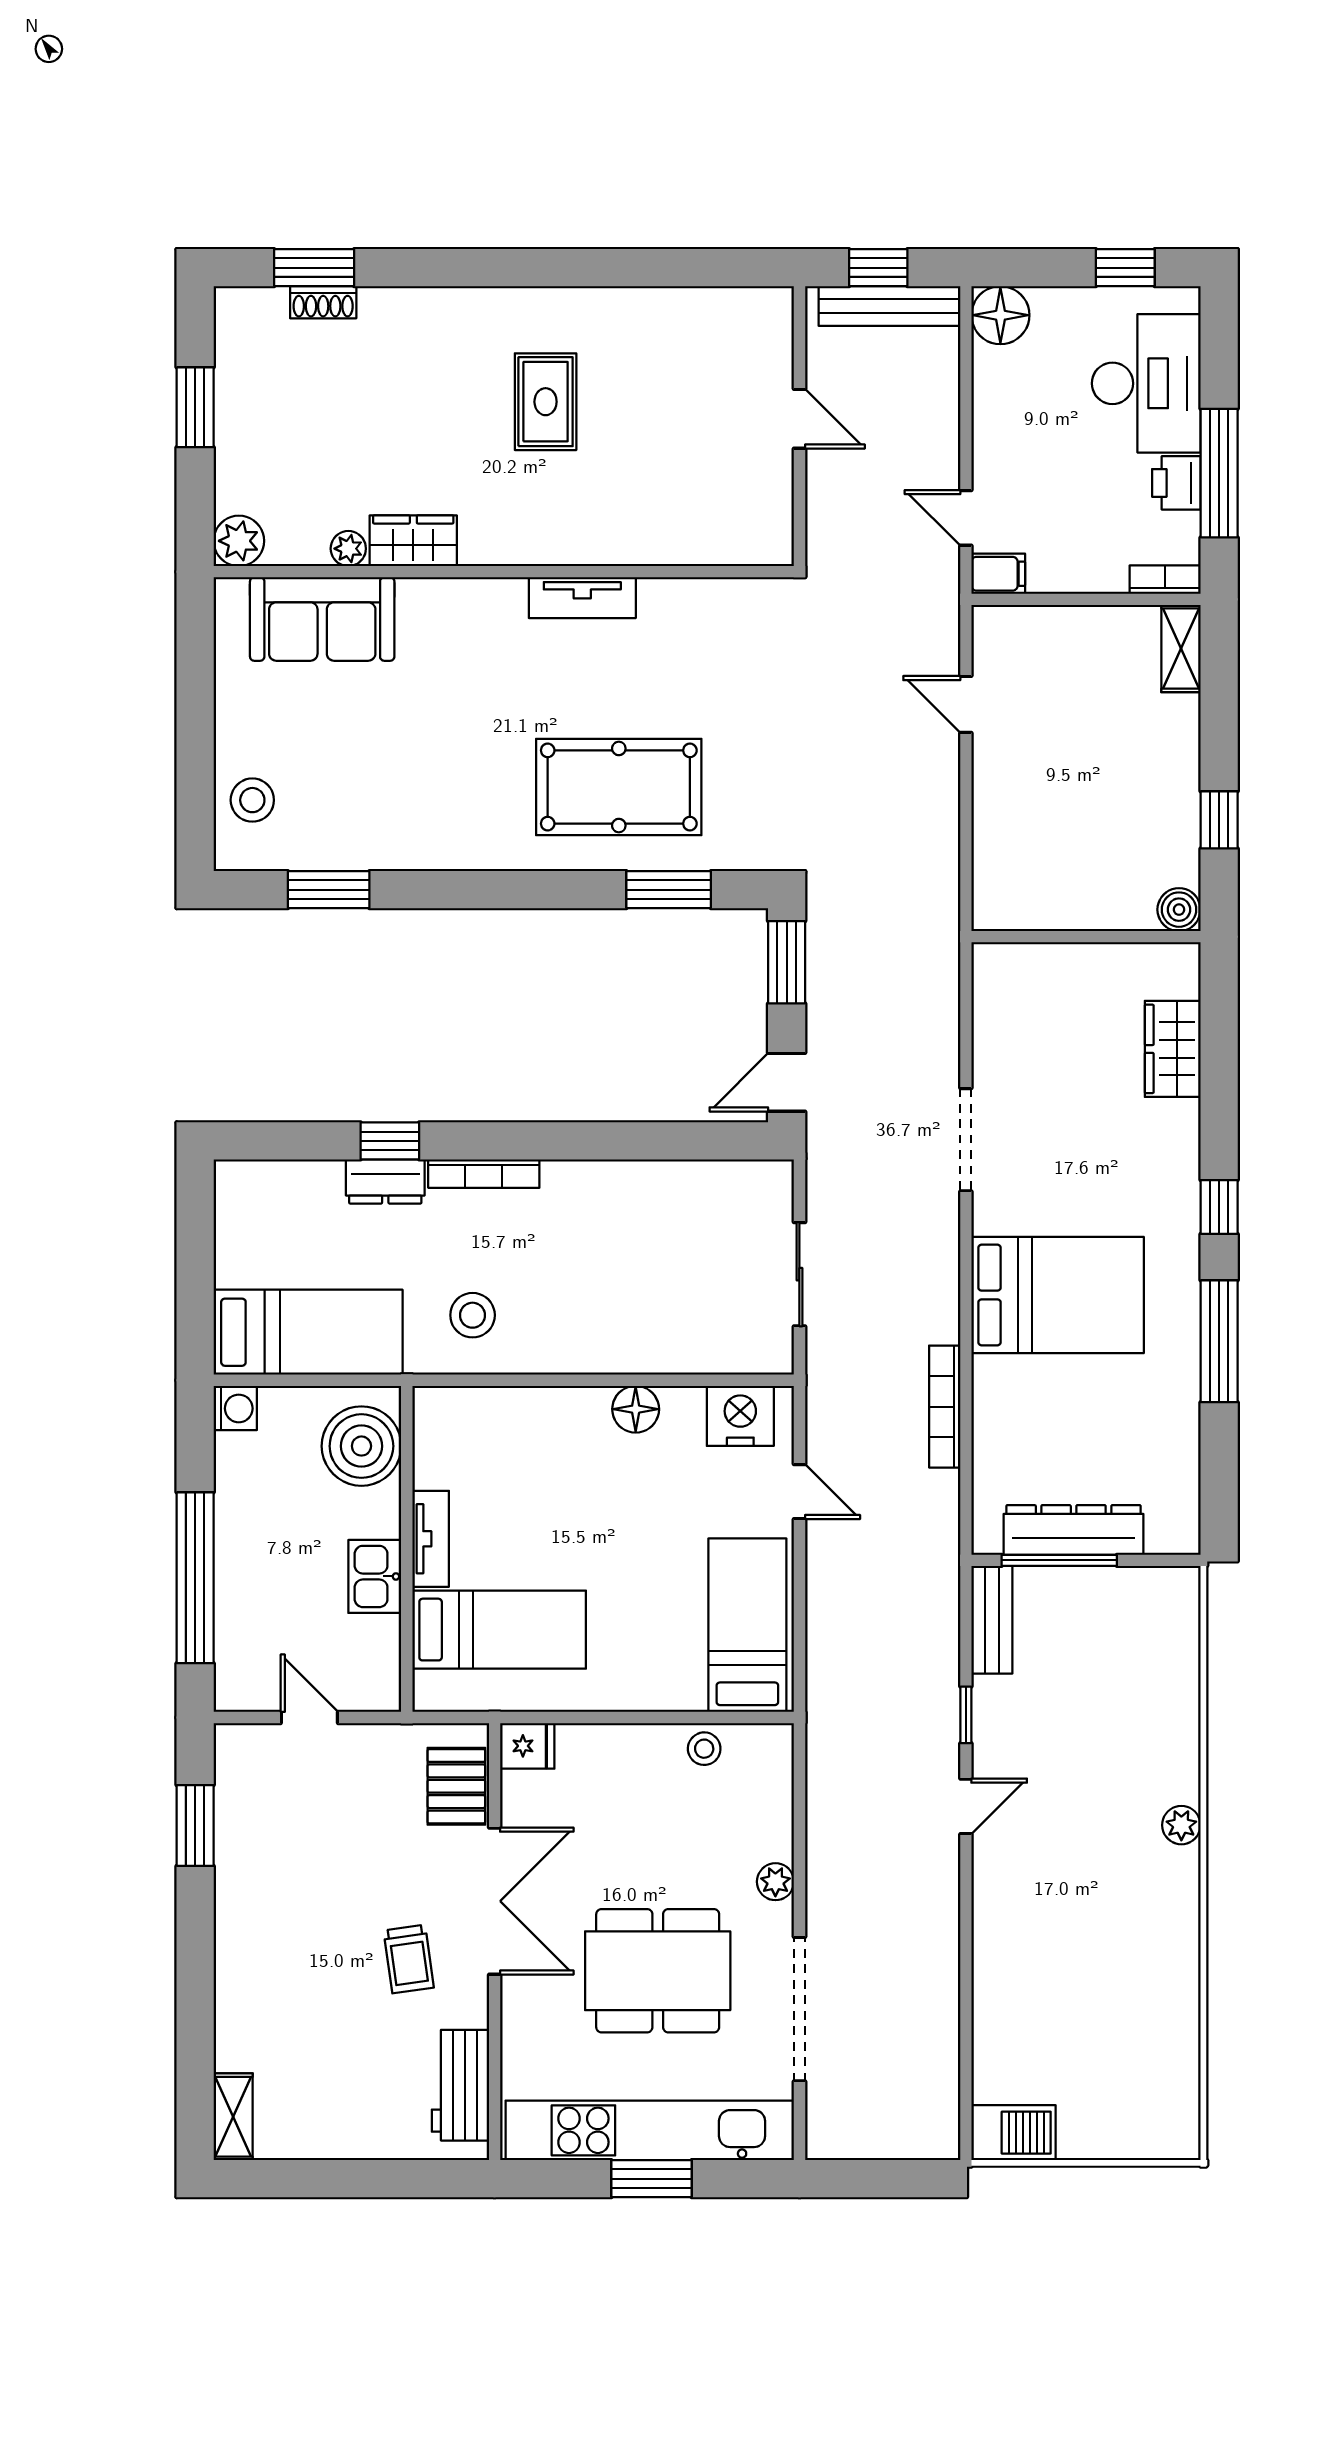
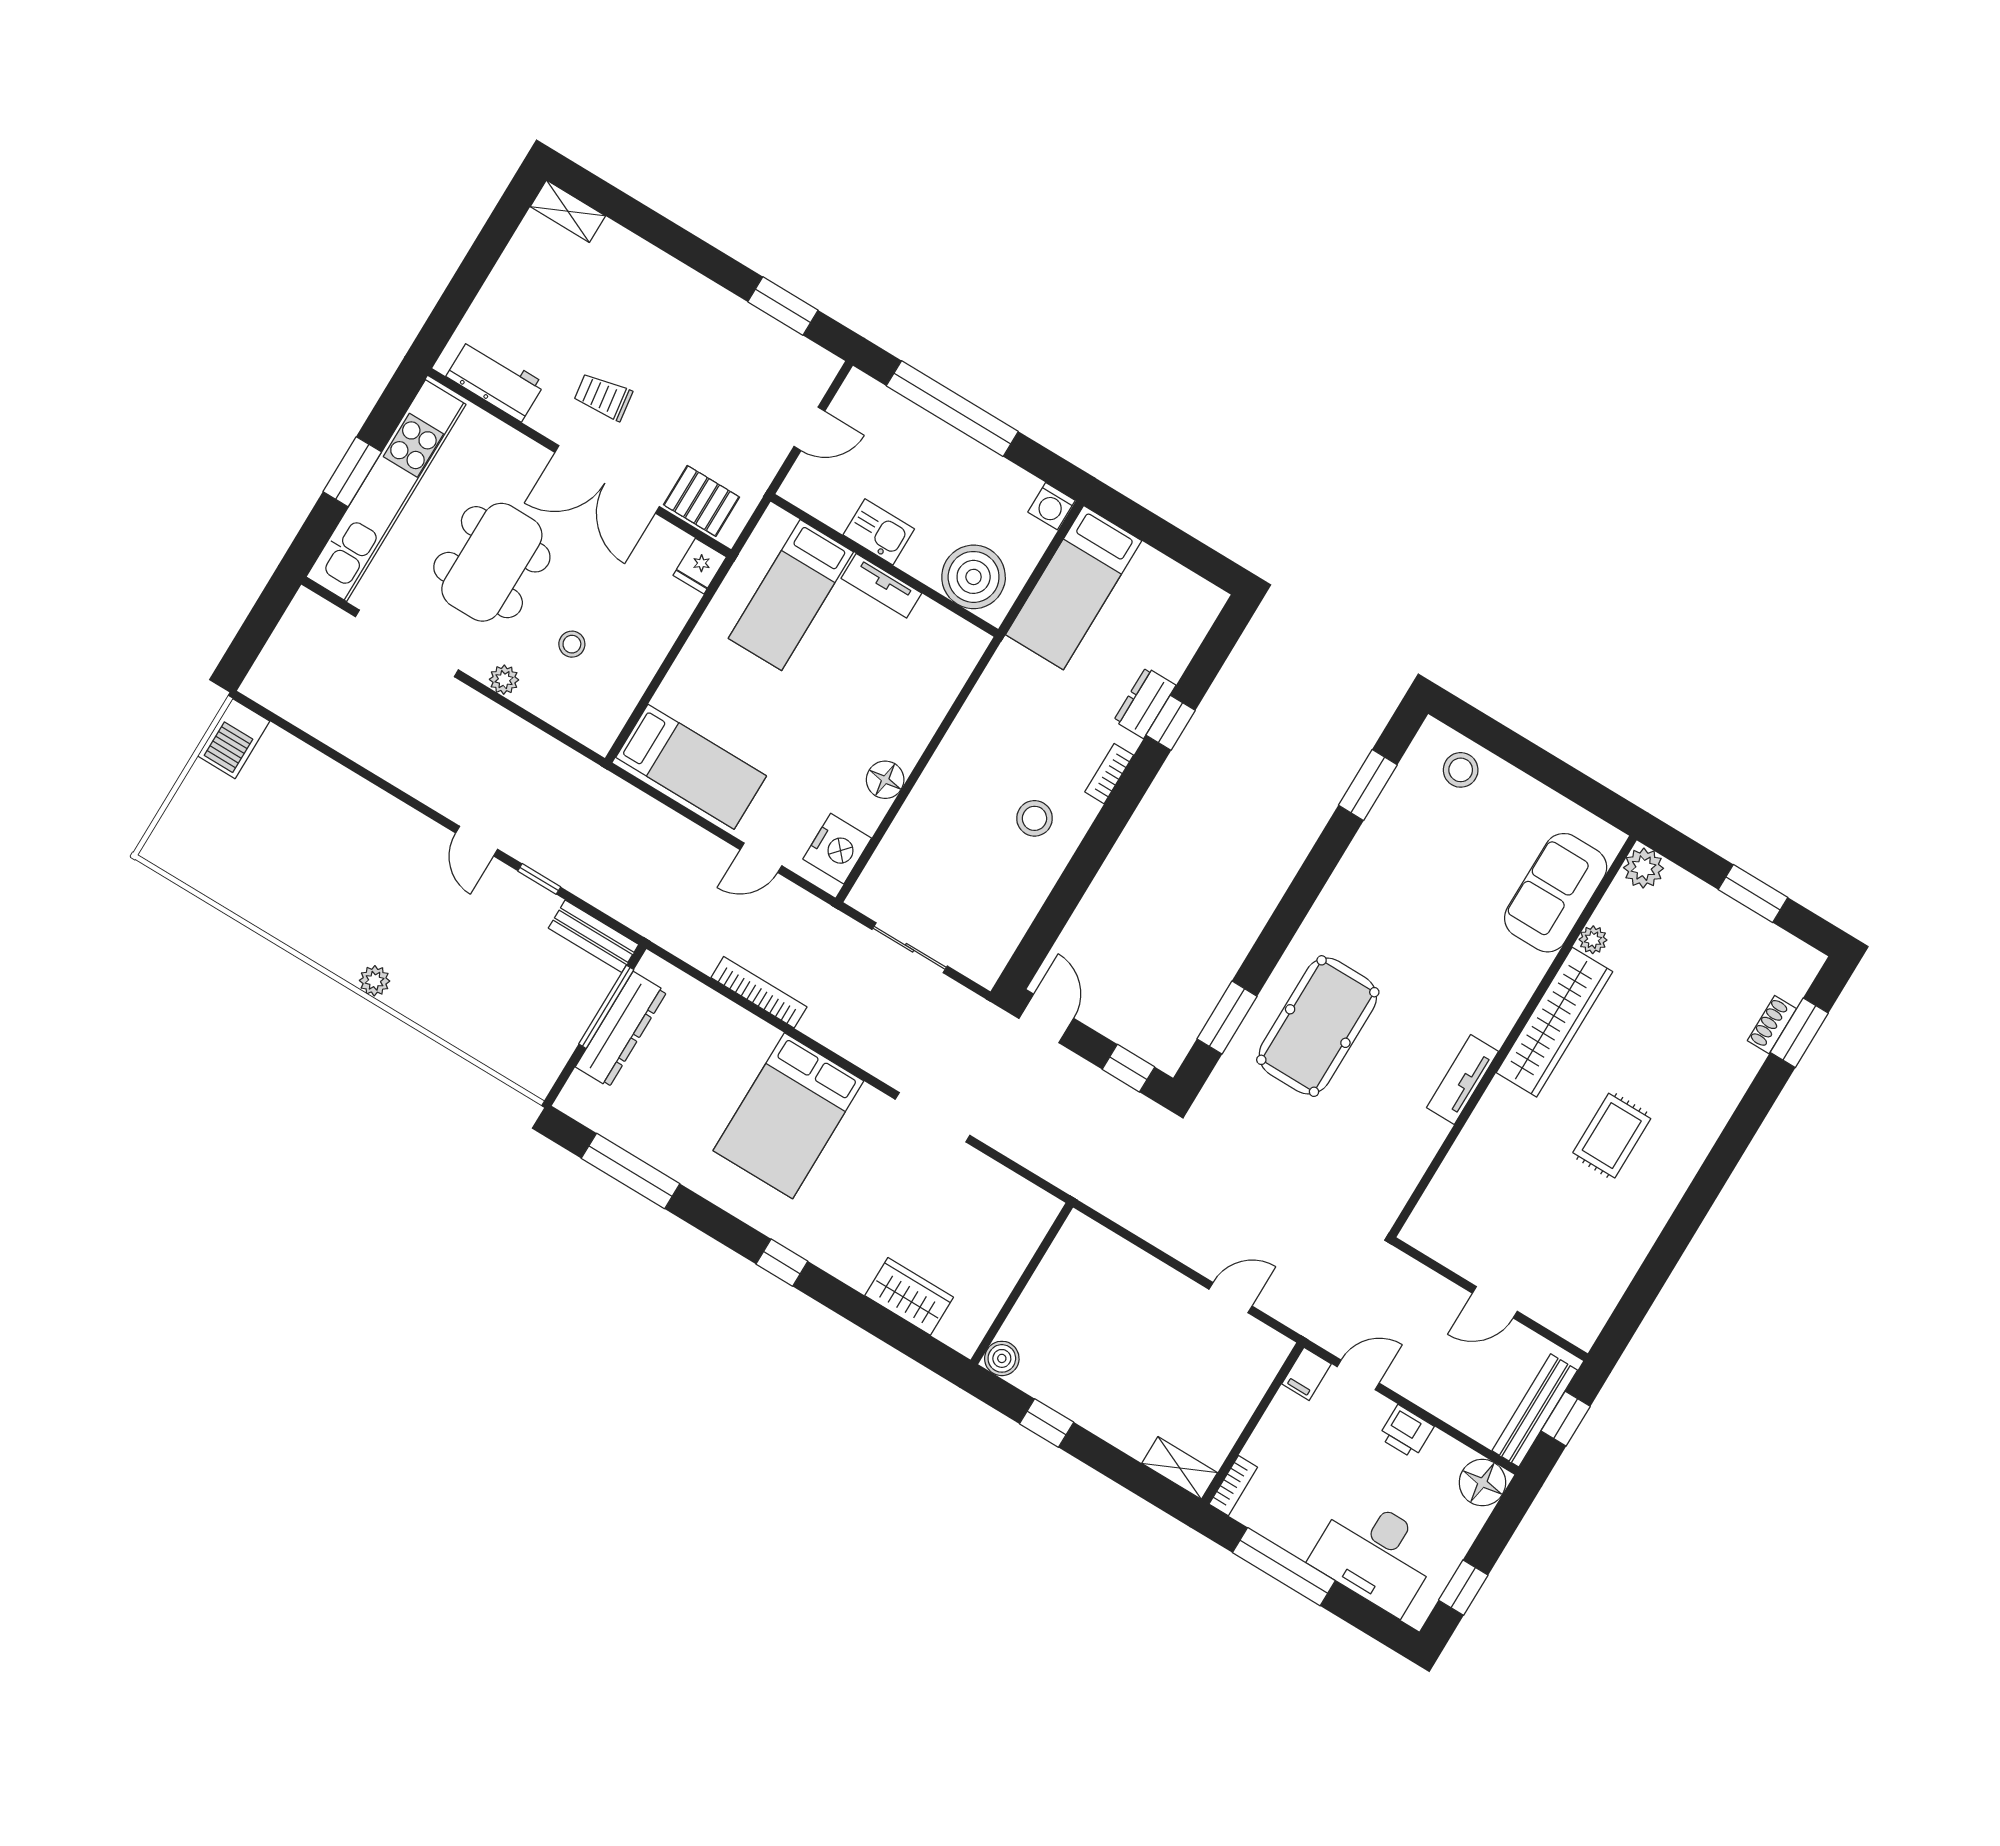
rug: (546, 402) -> (1612, 1136), turned 90
printer: (1176, 483) -> (1406, 1432), moved, turned 180
wardrobe: (413, 541) -> (1554, 1022), width x2.10, depth x1.17
window: (787, 962) -> (1128, 1068), width x0.67
bookcase: (484, 1174) -> (1109, 774), width x0.64
stool: (473, 1315) -> (1034, 818), moved
window: (1219, 1341) -> (631, 1171), moved
stool: (704, 1749) -> (572, 644), moved

